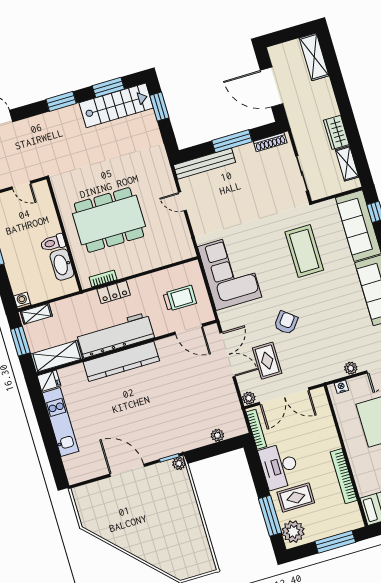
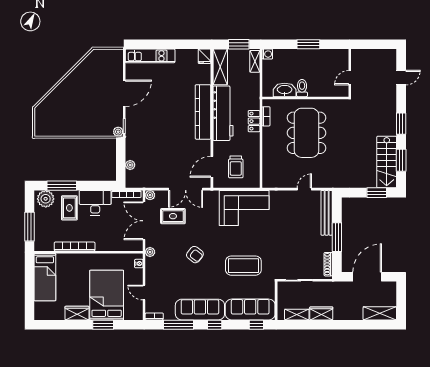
armchair: (286, 323) -> (195, 255), moved
plant: (351, 368) -> (150, 252), moved
kitchen unit: (60, 422) -> (150, 56), moved

